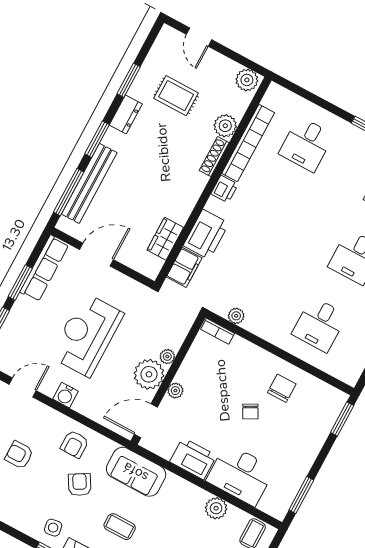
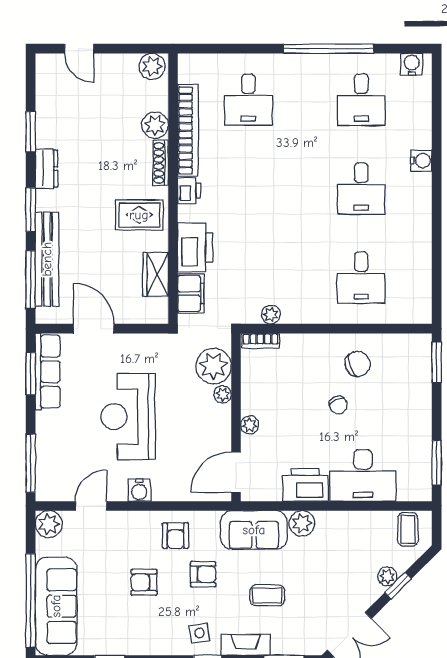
rug: (176, 96) -> (139, 215), moved
door: (97, 255) -> (94, 329), hinge flipped
window: (20, 282) -> (31, 374), moved
plant: (149, 374) -> (214, 366), moved
chair: (282, 388) -> (358, 364), turned 70
armchair: (19, 455) -> (144, 582), moved
armchair: (80, 485) -> (203, 574), turned 120
plant: (216, 508) -> (302, 523), moved

